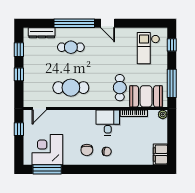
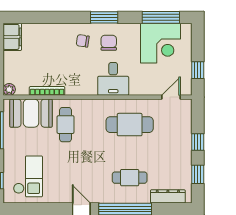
desk: (108, 122) -> (113, 79), moved
window: (90, 169) -> (104, 17), added

